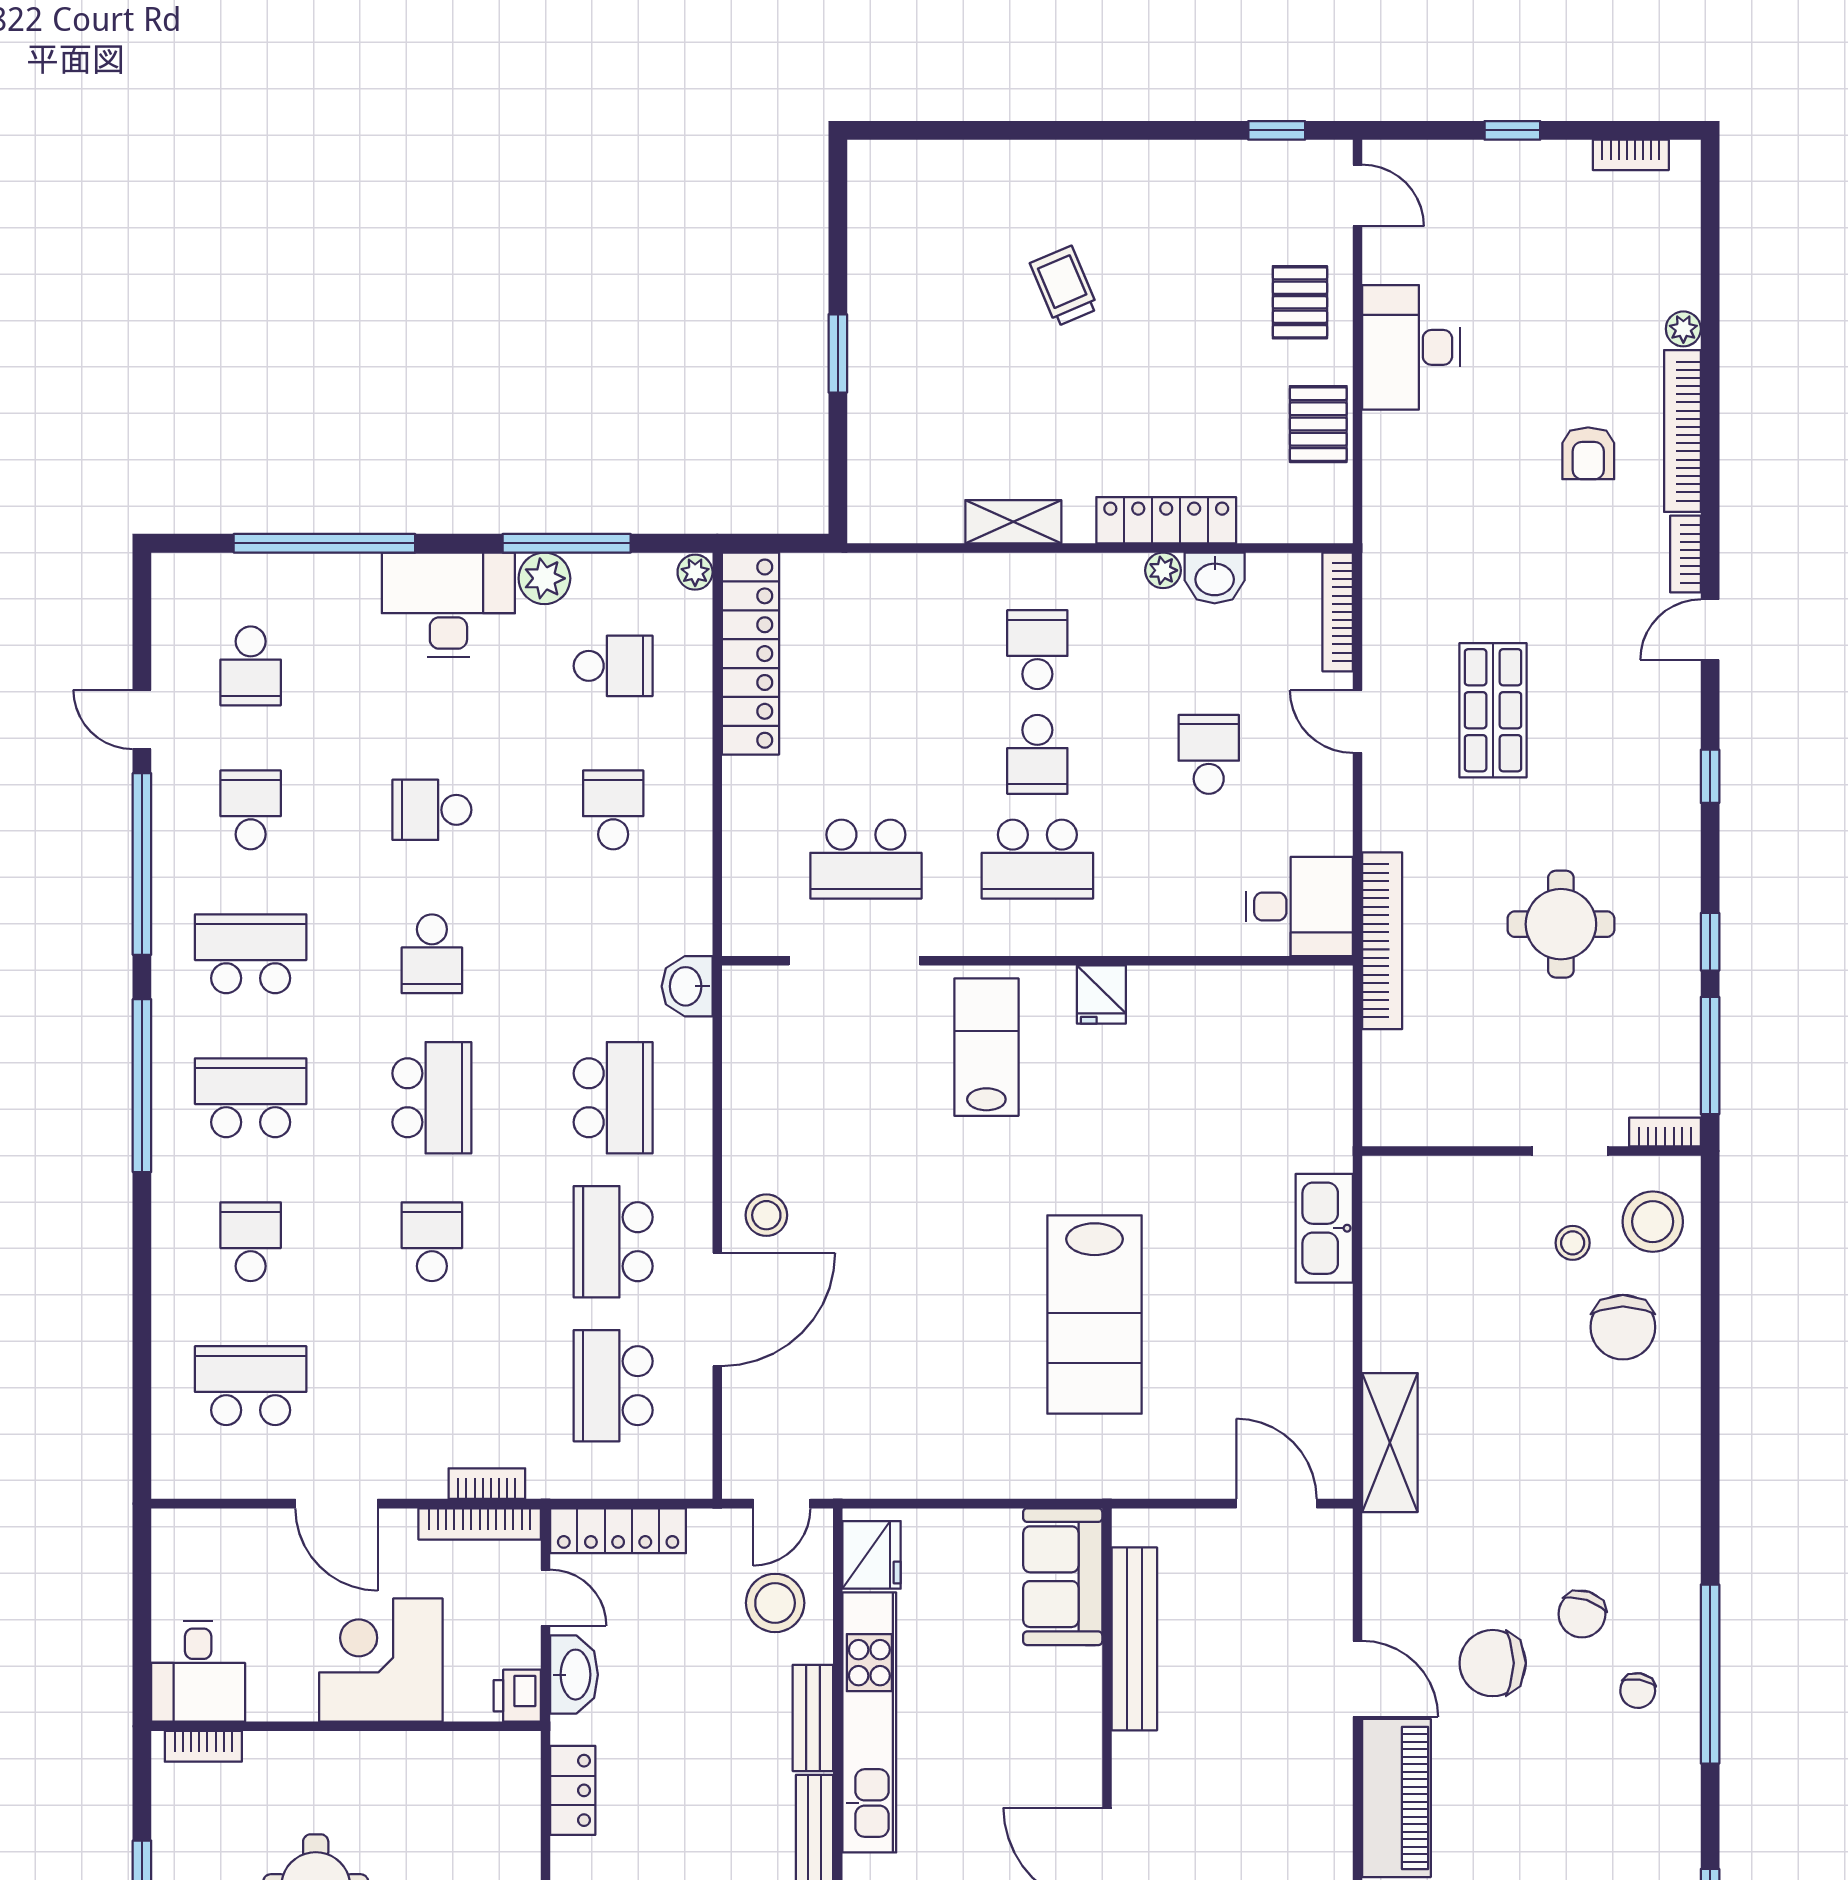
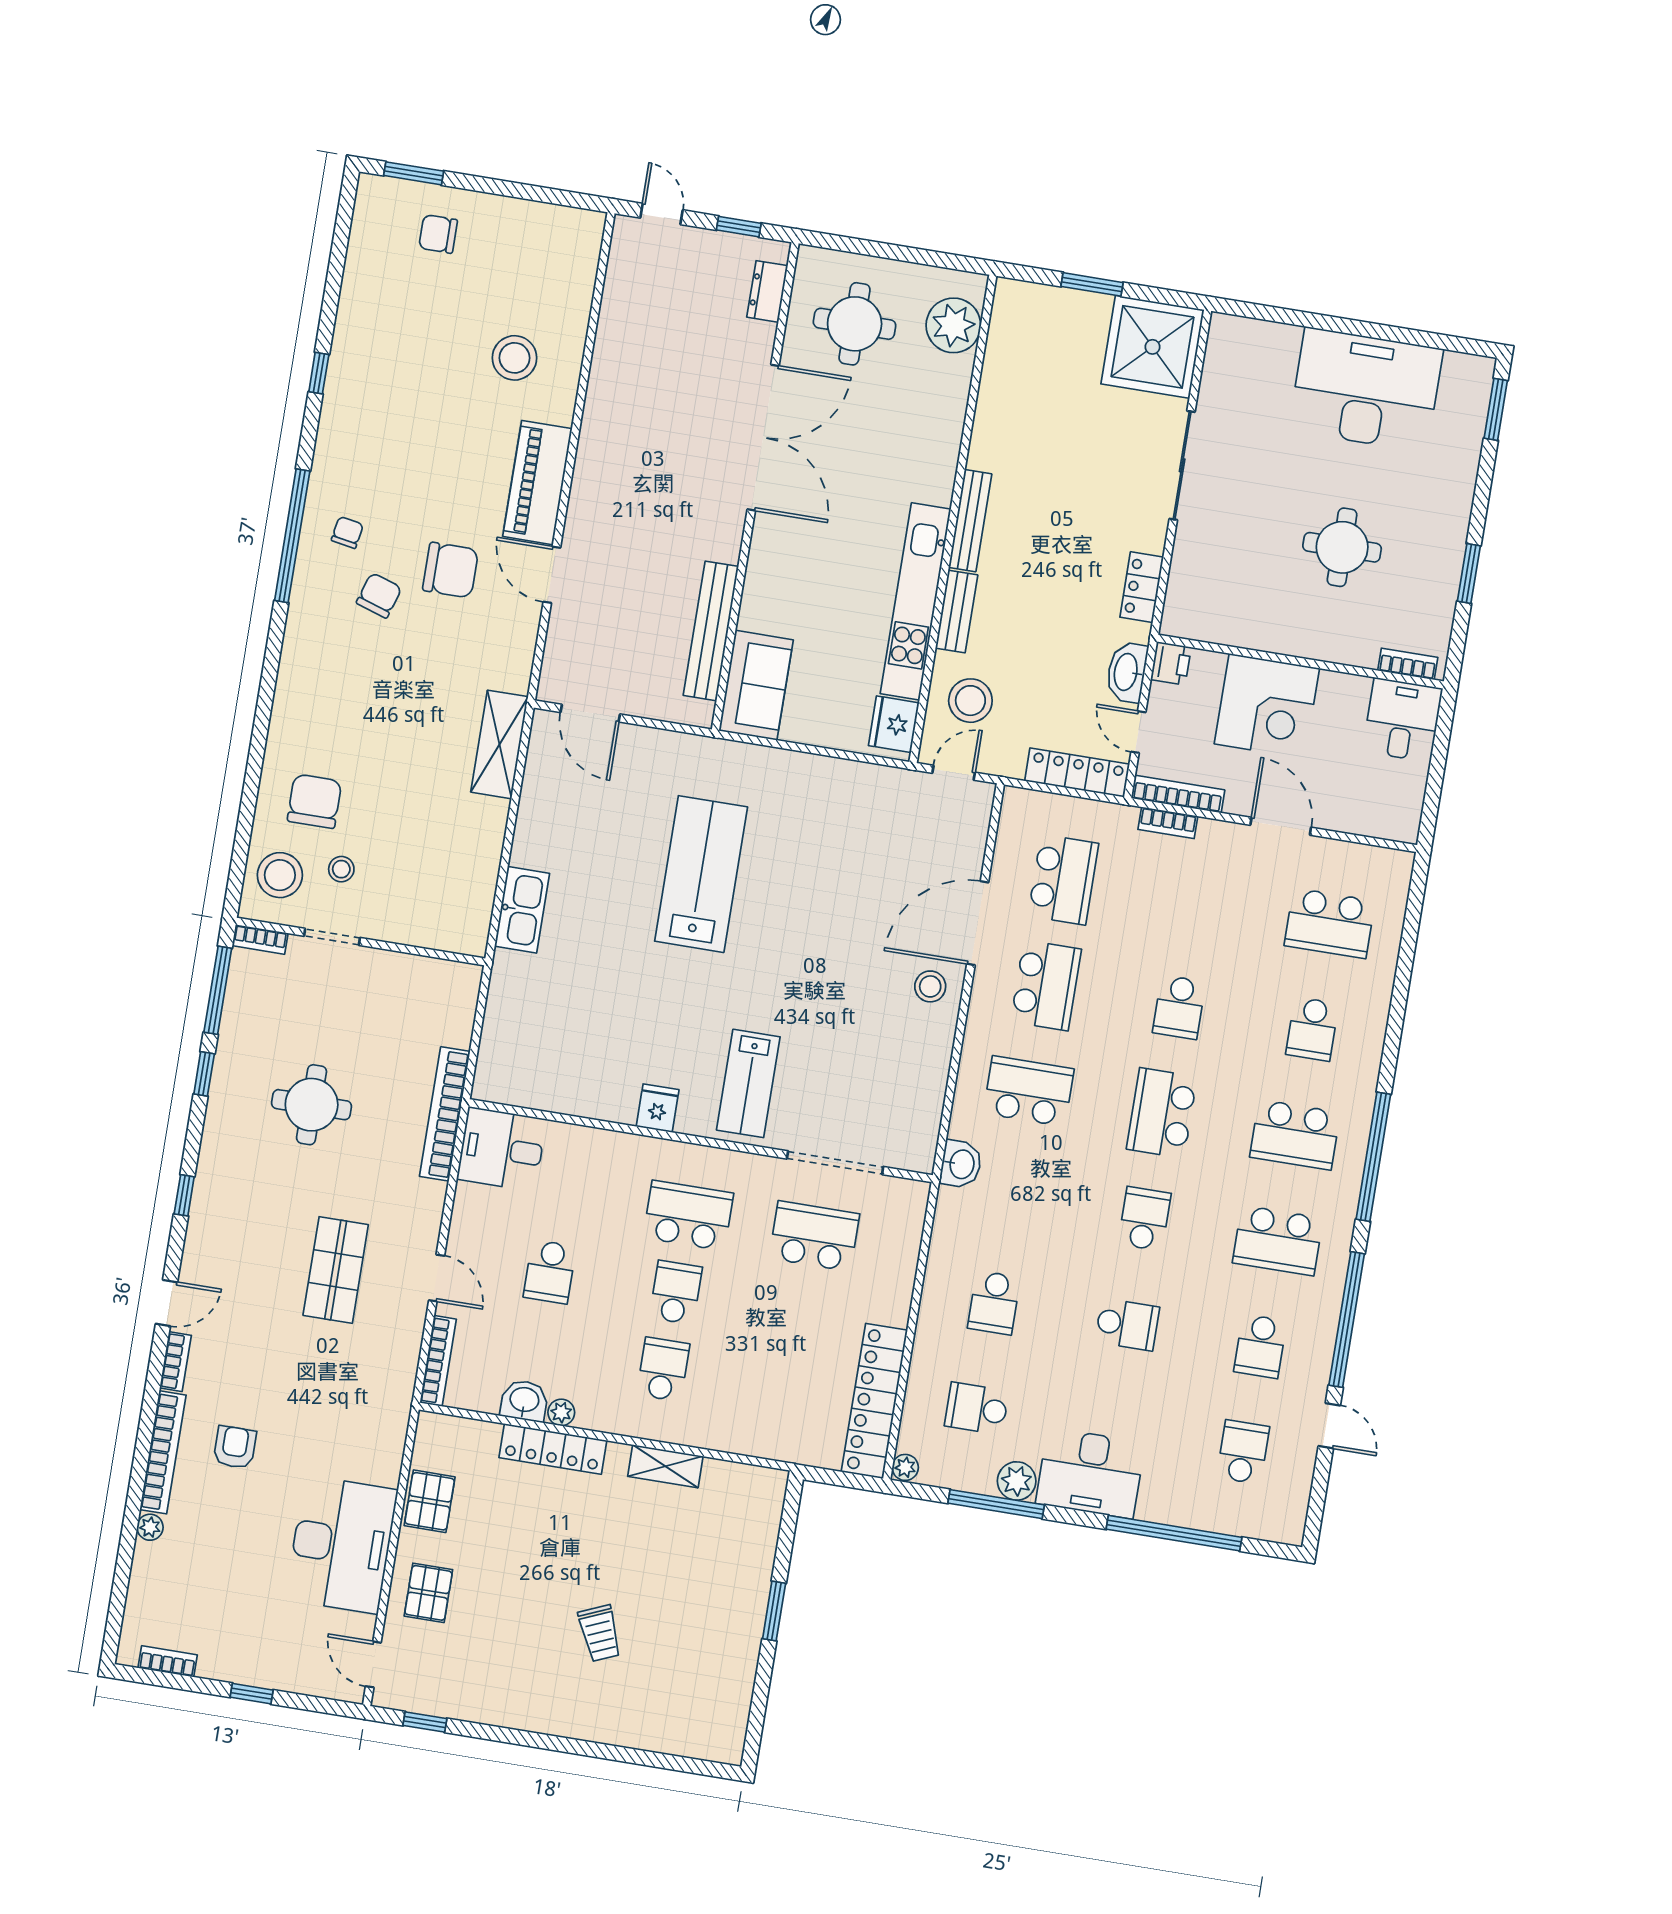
desk: (1411, 347) -> (341, 1545), width x1.36, depth x1.30
school desk: (1037, 650) -> (663, 1369), turned 180
school desk: (613, 1098) -> (1029, 1091), turned 90

